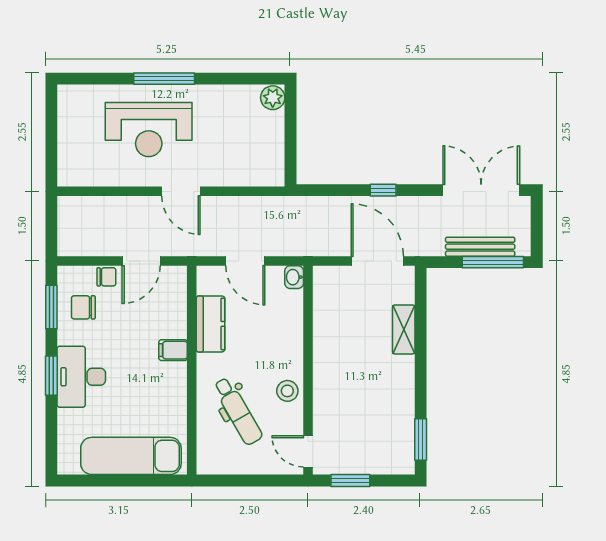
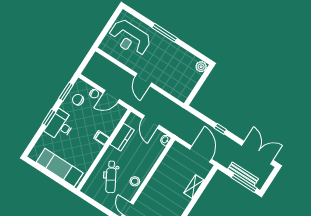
reception desk: (149, 130) -> (130, 38), moved

